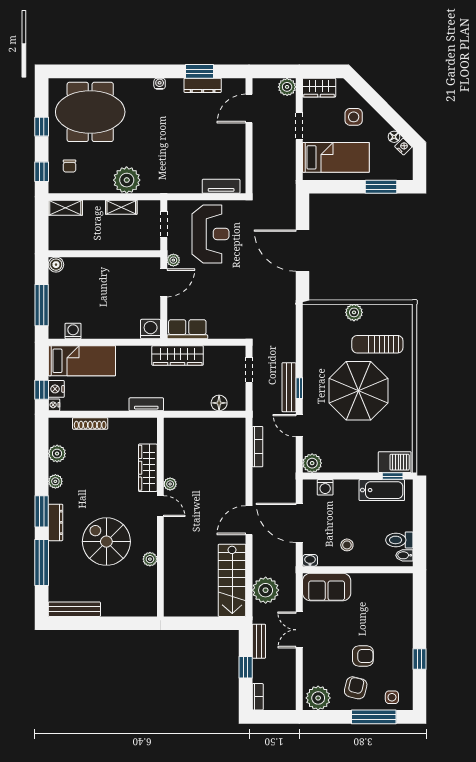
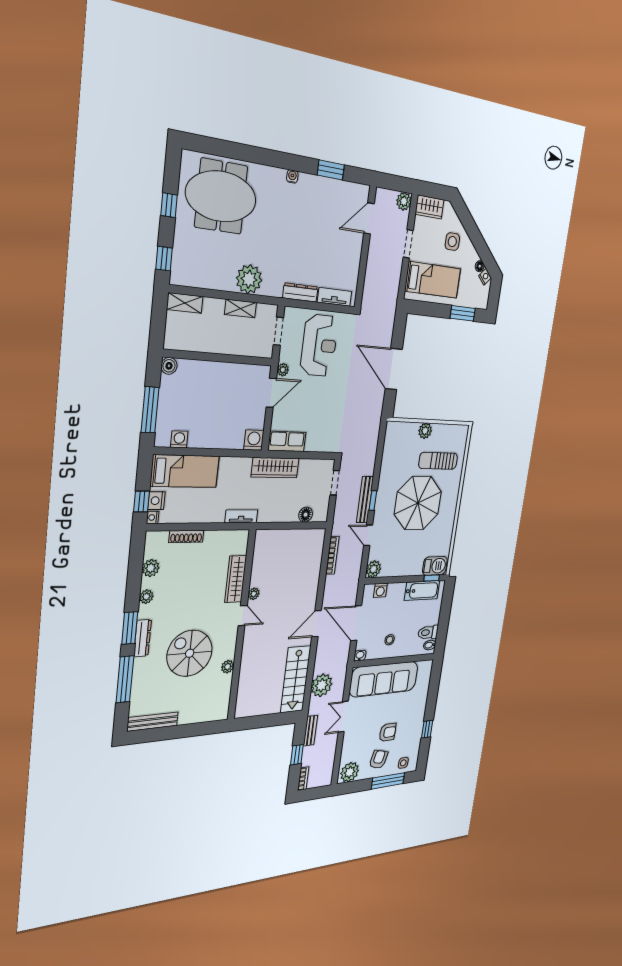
dresser: (203, 85) -> (300, 292), moved, turned 180
chair: (70, 166) -> (194, 256), removed
sofa: (327, 587) -> (384, 679), width x1.85, depth x1.27

